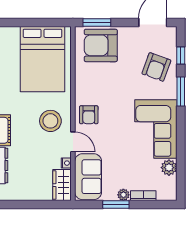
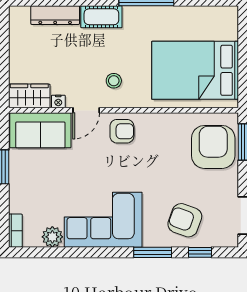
armchair: (89, 115) -> (122, 131), turned 180
stool: (50, 121) -> (114, 81), width x0.53, depth x0.53
plant: (123, 195) -> (17, 177), removed
bookcase: (143, 196) -> (15, 231), moved

